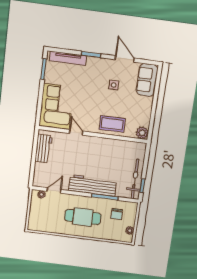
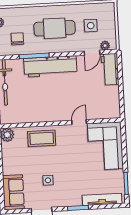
door: (76, 132) -> (79, 122), swing flipped
workbench: (44, 149) -> (110, 69), moved
side table: (51, 214) -> (91, 26), added

